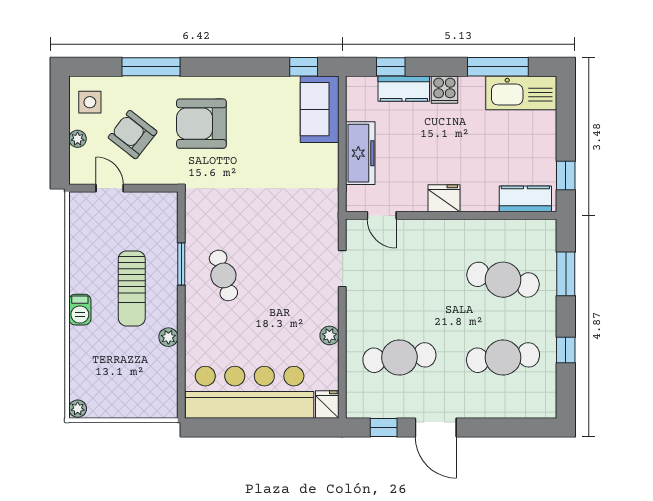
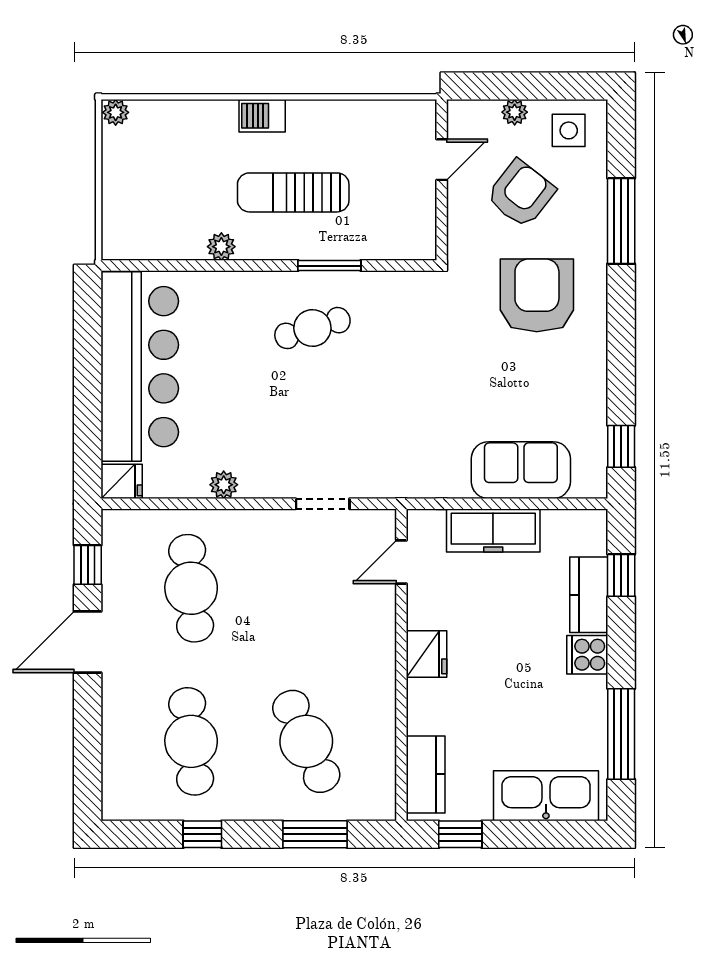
kitchen sink: (521, 93) -> (546, 796), moved, turned 90
sofa: (320, 109) -> (521, 470), moved
cafe table: (503, 280) -> (306, 741), turned -36

